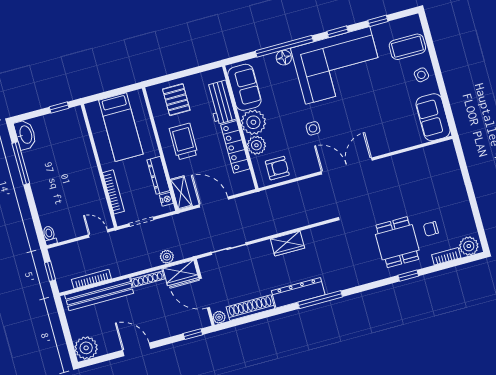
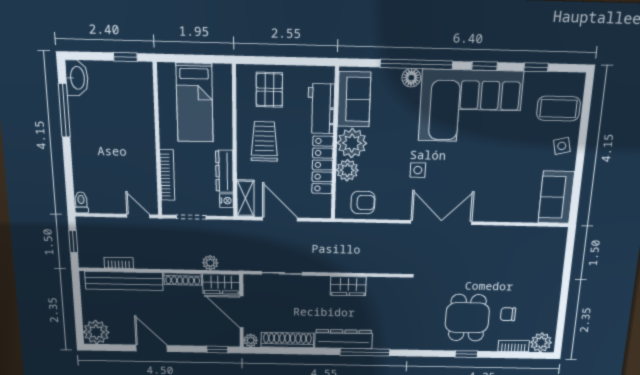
bookcase: (91, 279) -> (119, 263), width x0.64

